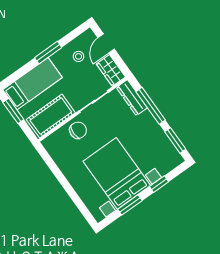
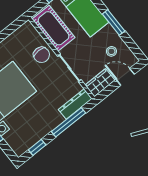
window: (175, 140) -> (37, 147), width x0.67

